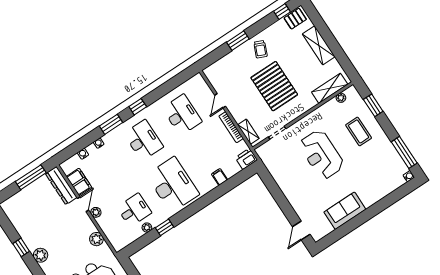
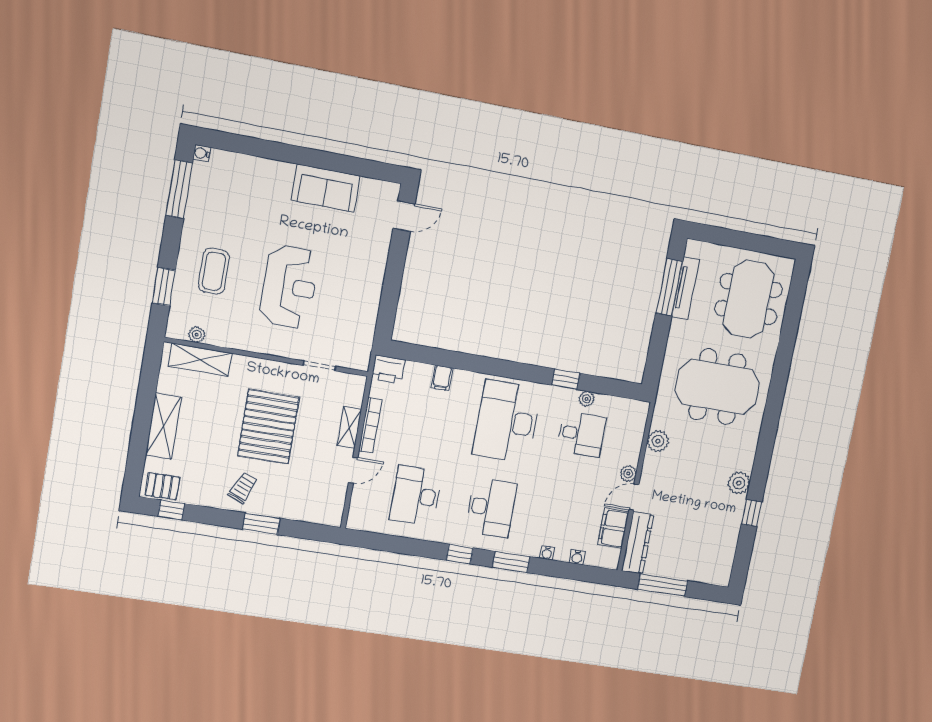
shelving: (248, 132) -> (349, 427), moved
desk: (143, 140) -> (491, 508), turned 180
desk: (134, 210) -> (581, 434), turned 180

